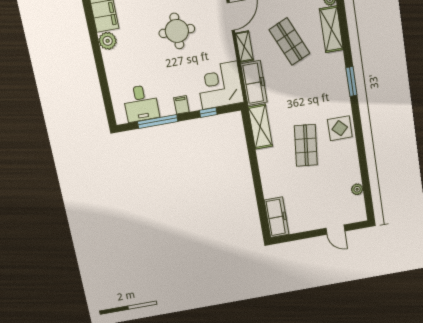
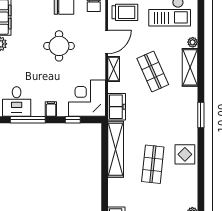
freezer: (254, 83) -> (117, 107), width x0.71
shelving: (260, 127) -> (116, 149), width x1.47

